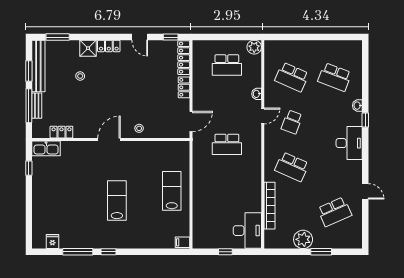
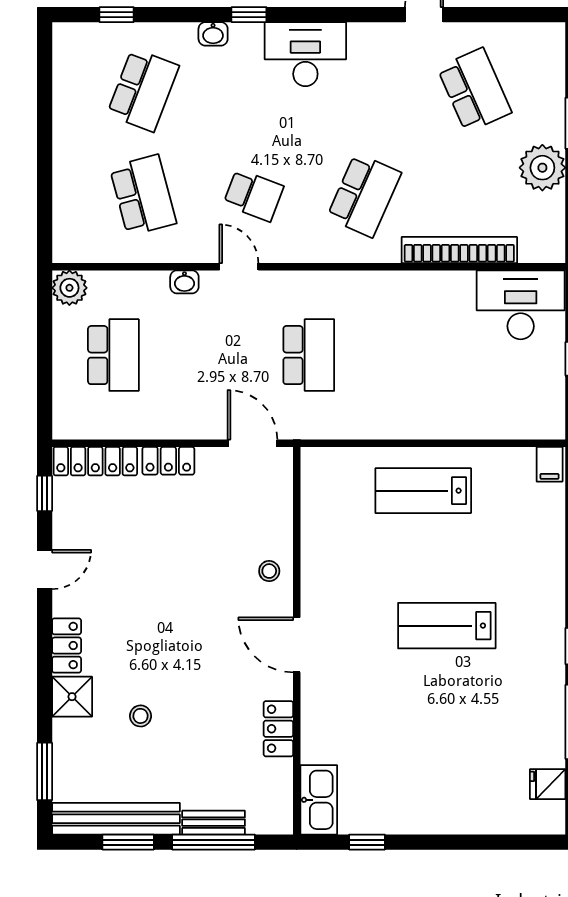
window: (365, 66) -> (117, 15), added
school desk: (292, 77) -> (143, 195), turned -39
locker: (61, 132) -> (278, 729), moved

